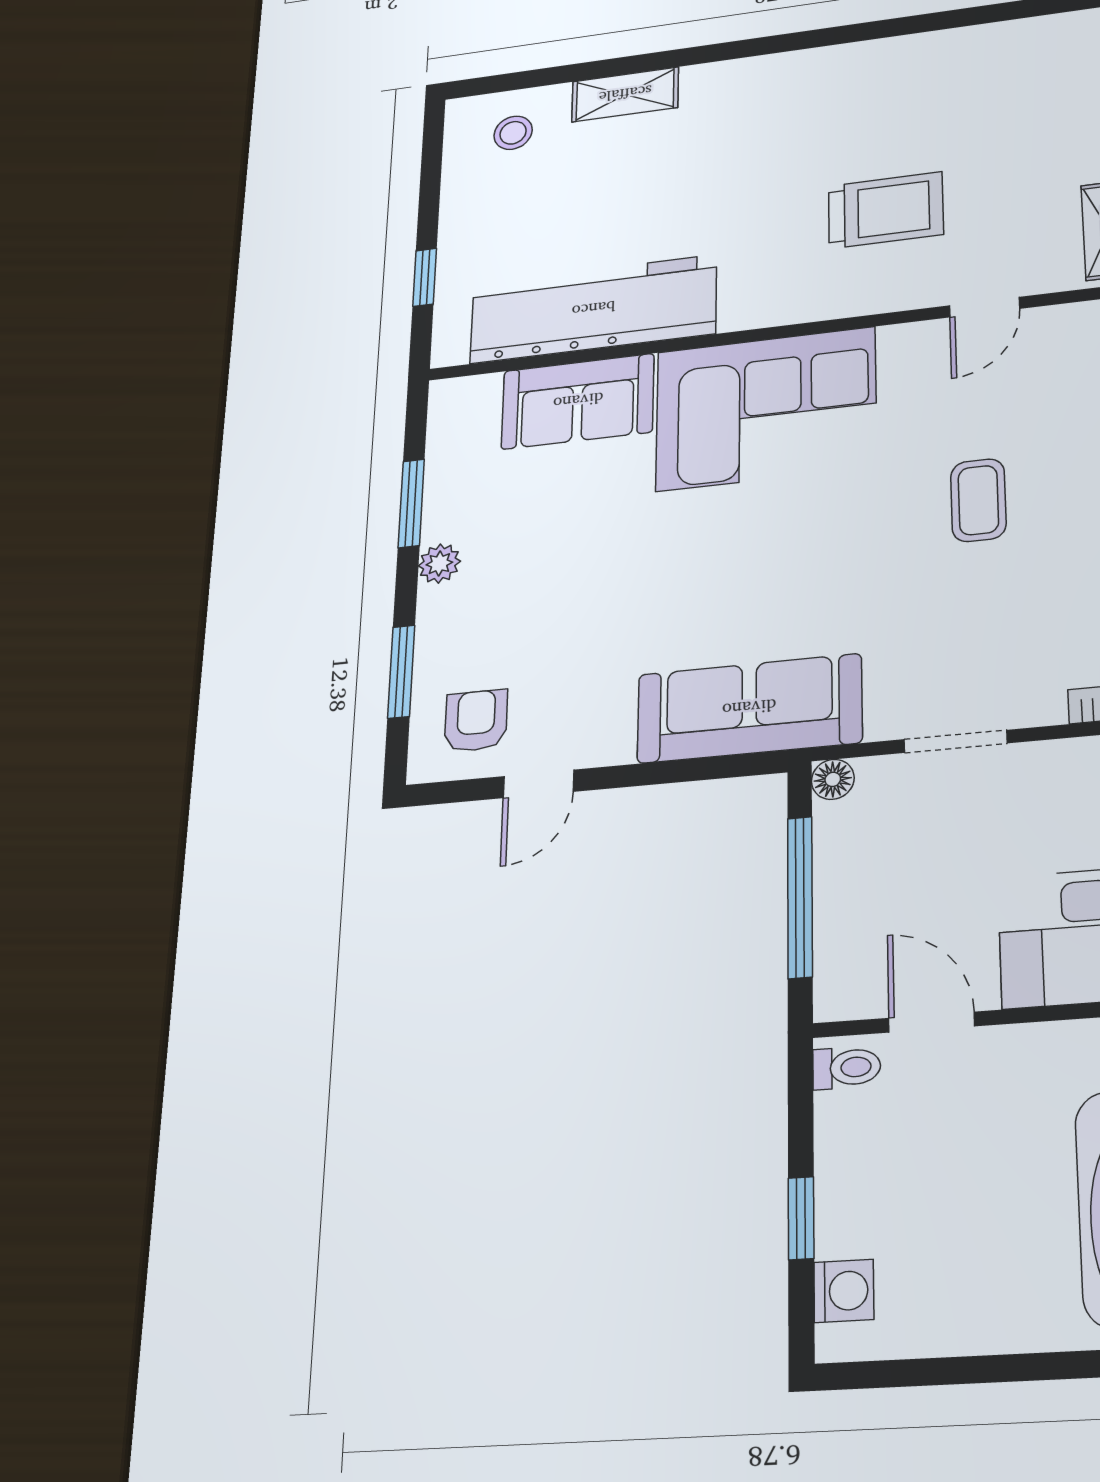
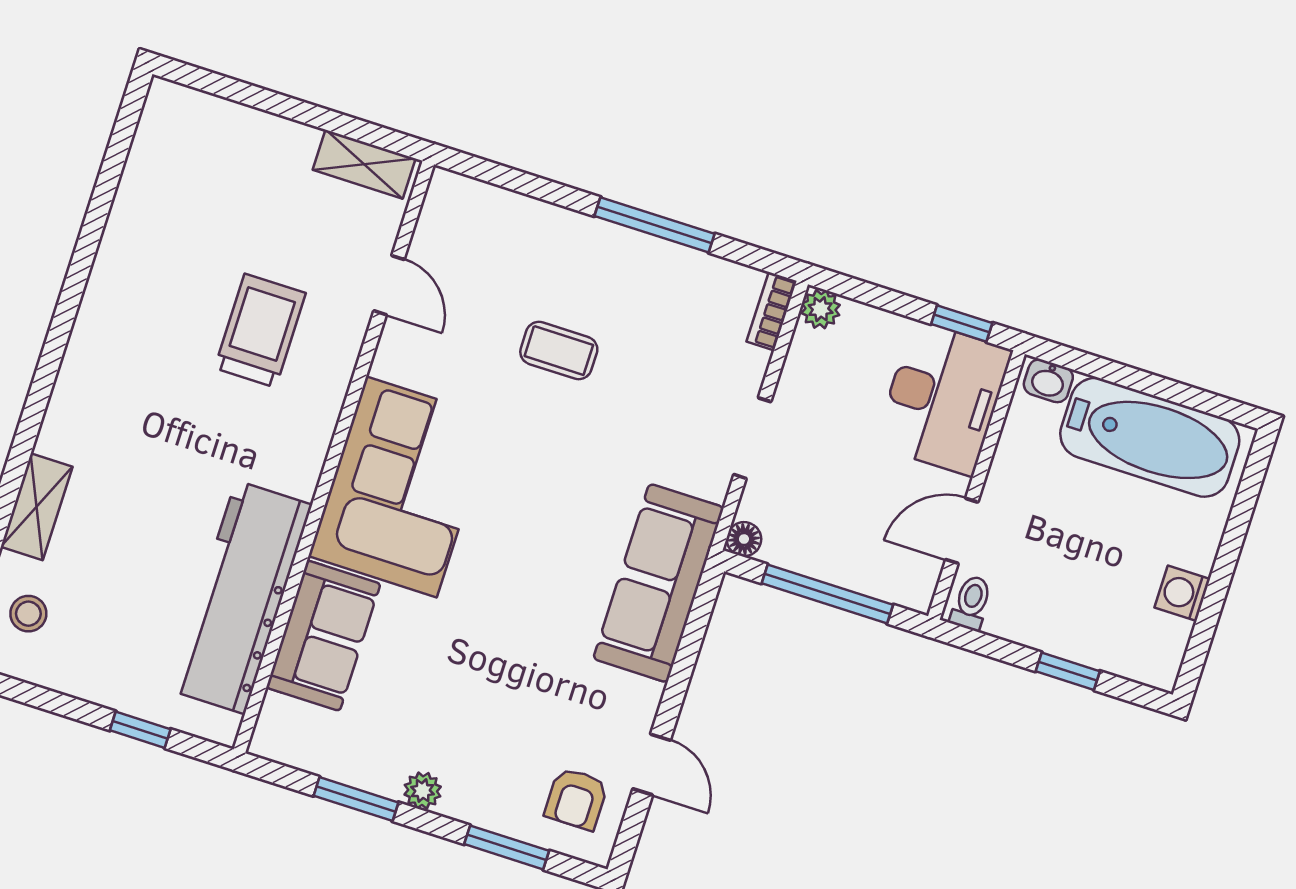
armchair: (476, 721) -> (576, 799), turned -90
washing machine: (844, 1291) -> (1182, 593), moved, turned -90

